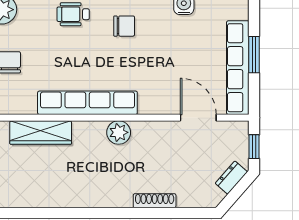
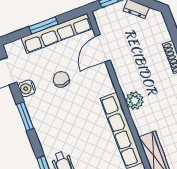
chair: (124, 26) -> (61, 79), moved

